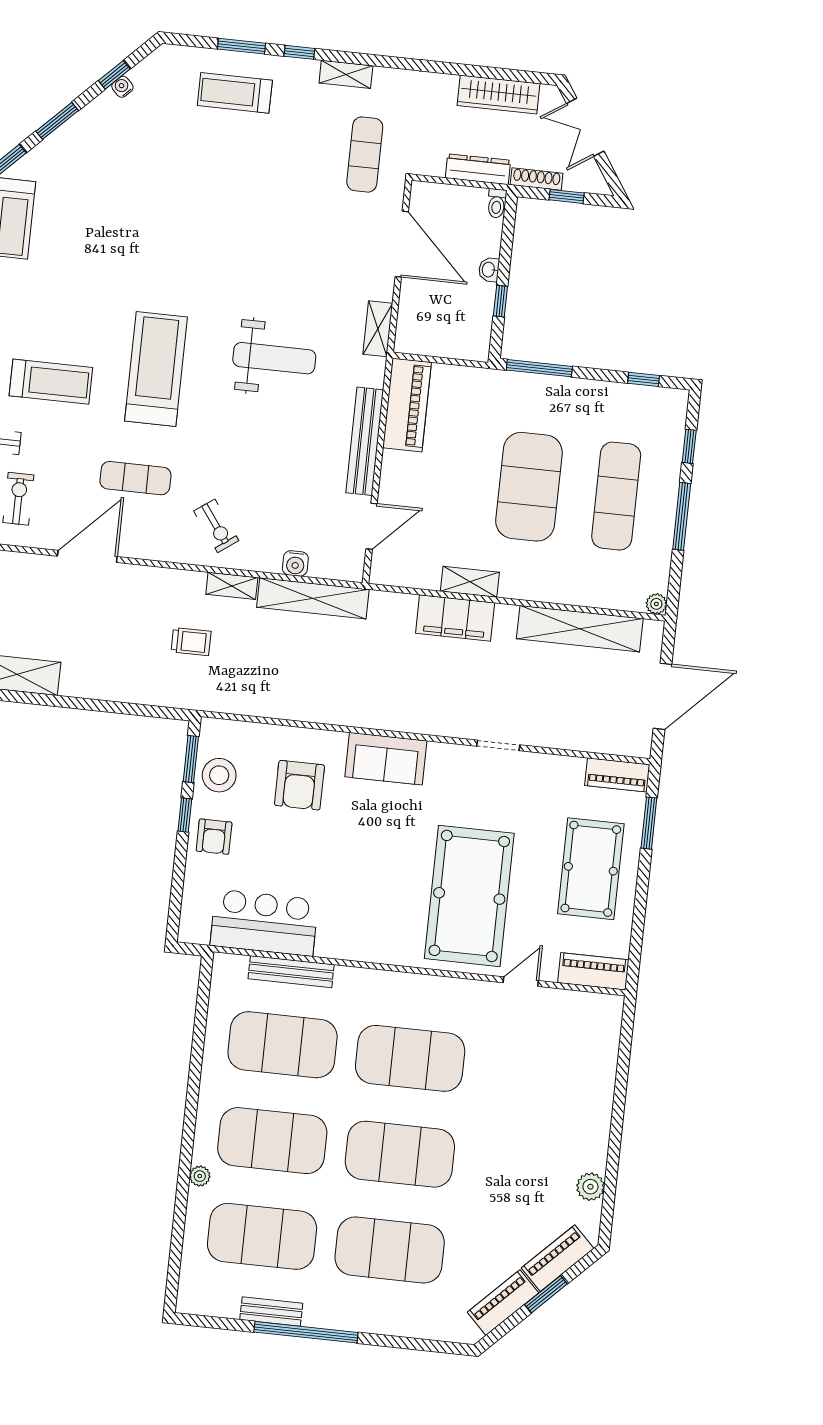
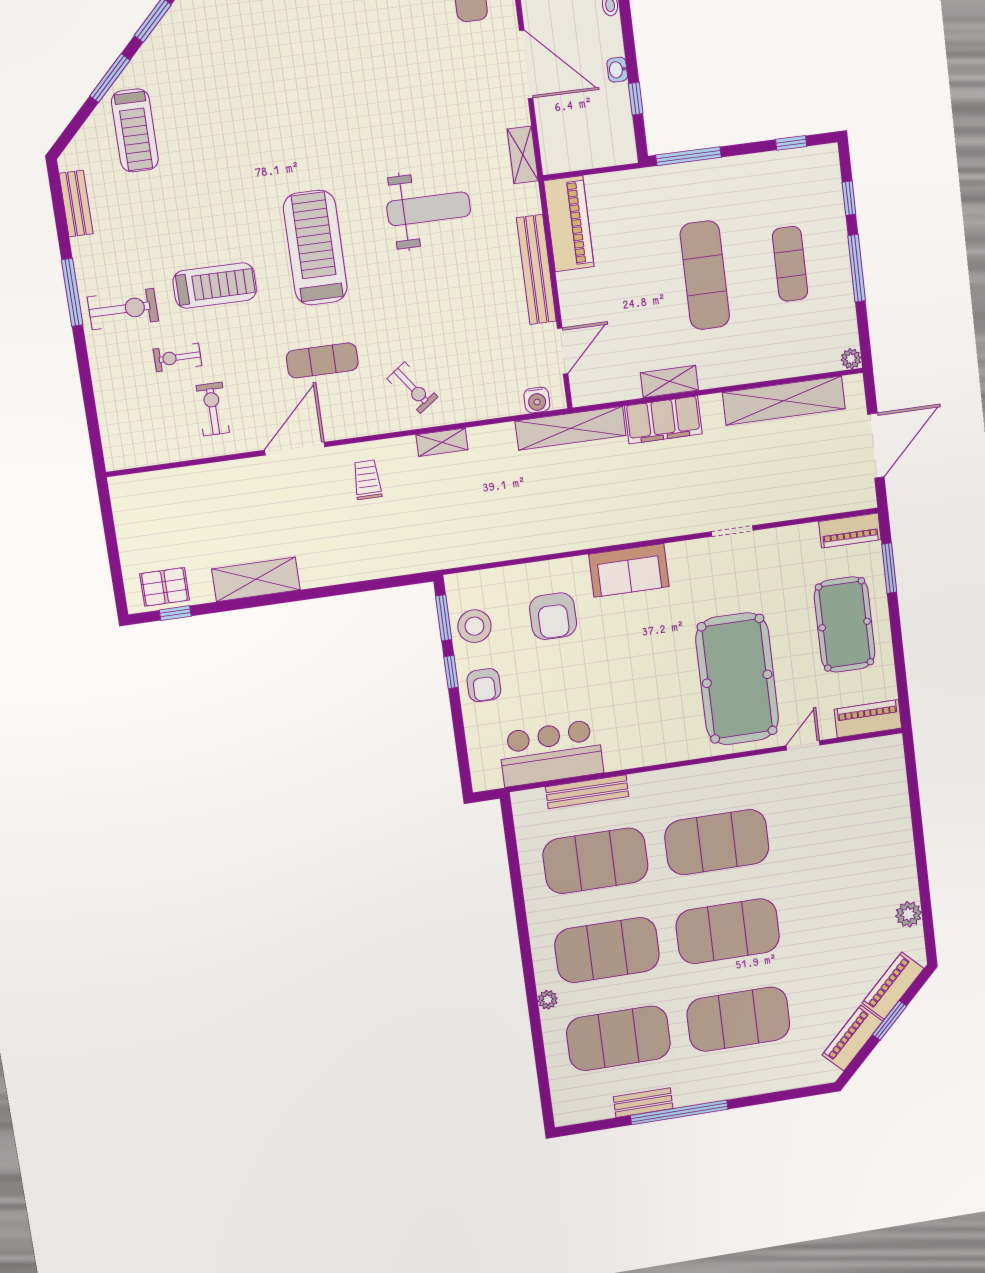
exercise mat: (529, 487) -> (705, 275), width x0.68
exercise mat: (616, 496) -> (790, 264), width x0.73, depth x0.69
water cooler: (295, 563) -> (537, 400), moved
shelving: (313, 598) -> (571, 428), moved
trolley: (191, 642) -> (367, 480), moved, turned -90

